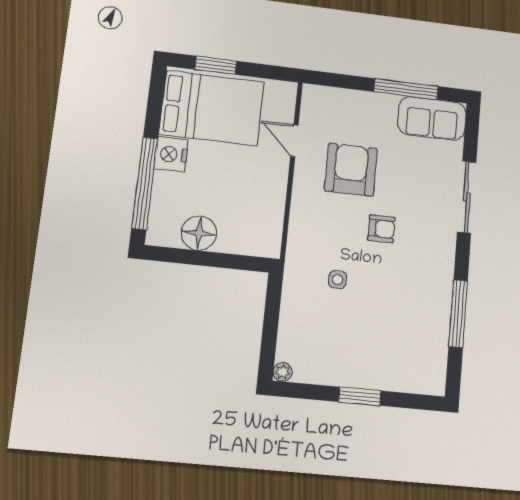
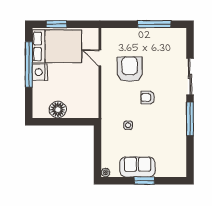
sofa: (432, 118) -> (137, 167), moved, turned 180
window: (145, 183) -> (29, 64), moved
armchair: (381, 229) -> (148, 98), turned 180
window: (458, 314) -> (190, 119), moved

